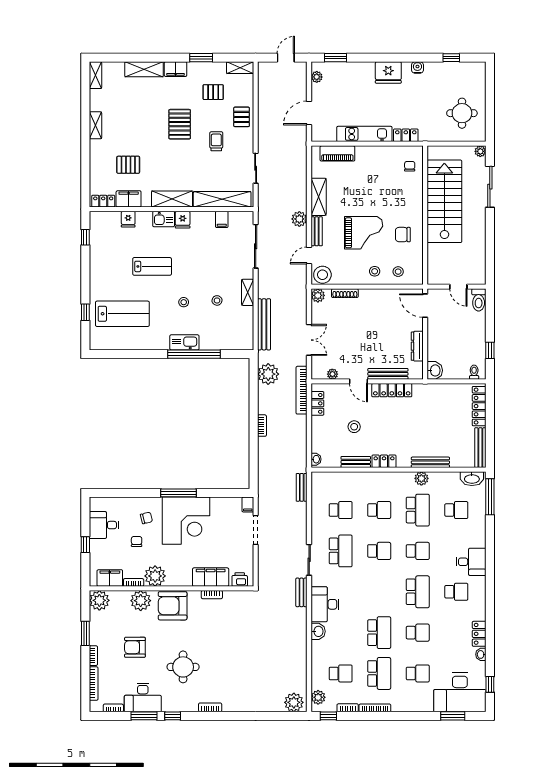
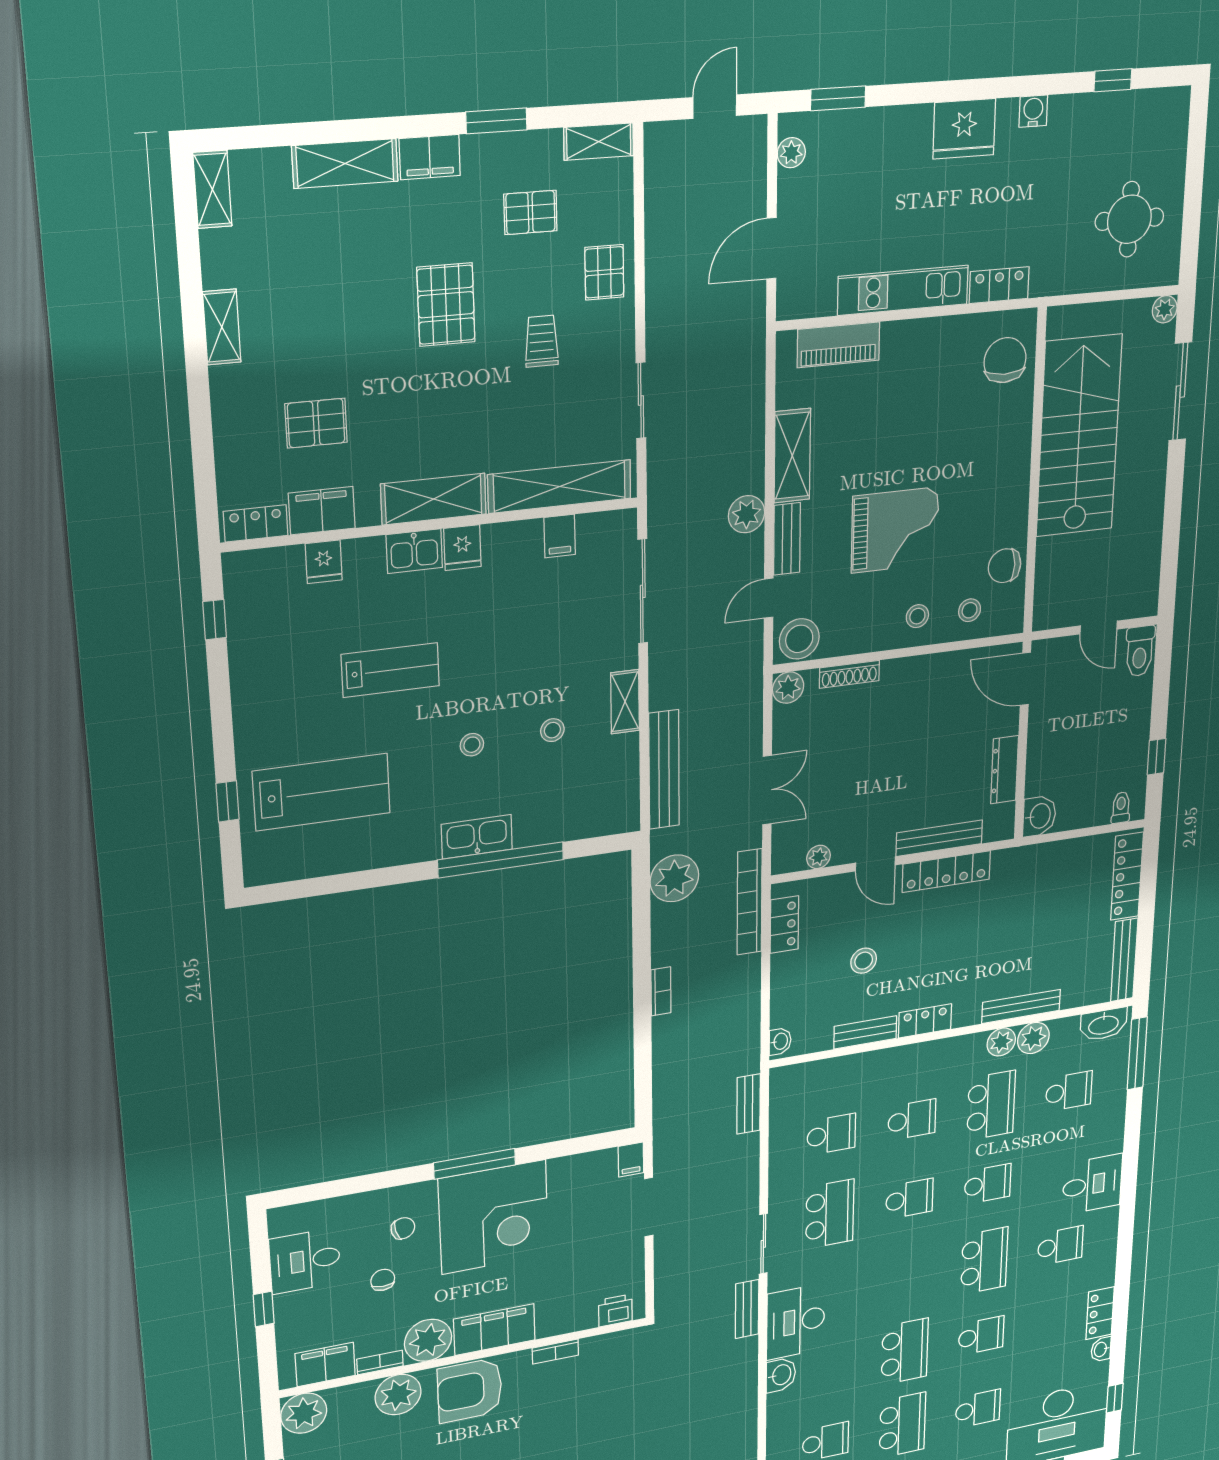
chair: (410, 166) -> (1005, 360), width x1.87, depth x1.87
chair: (403, 235) -> (1005, 566), moved
plant: (437, 479) -> (1033, 1038), added
filing cabinet: (211, 577) -> (494, 1330), moved

